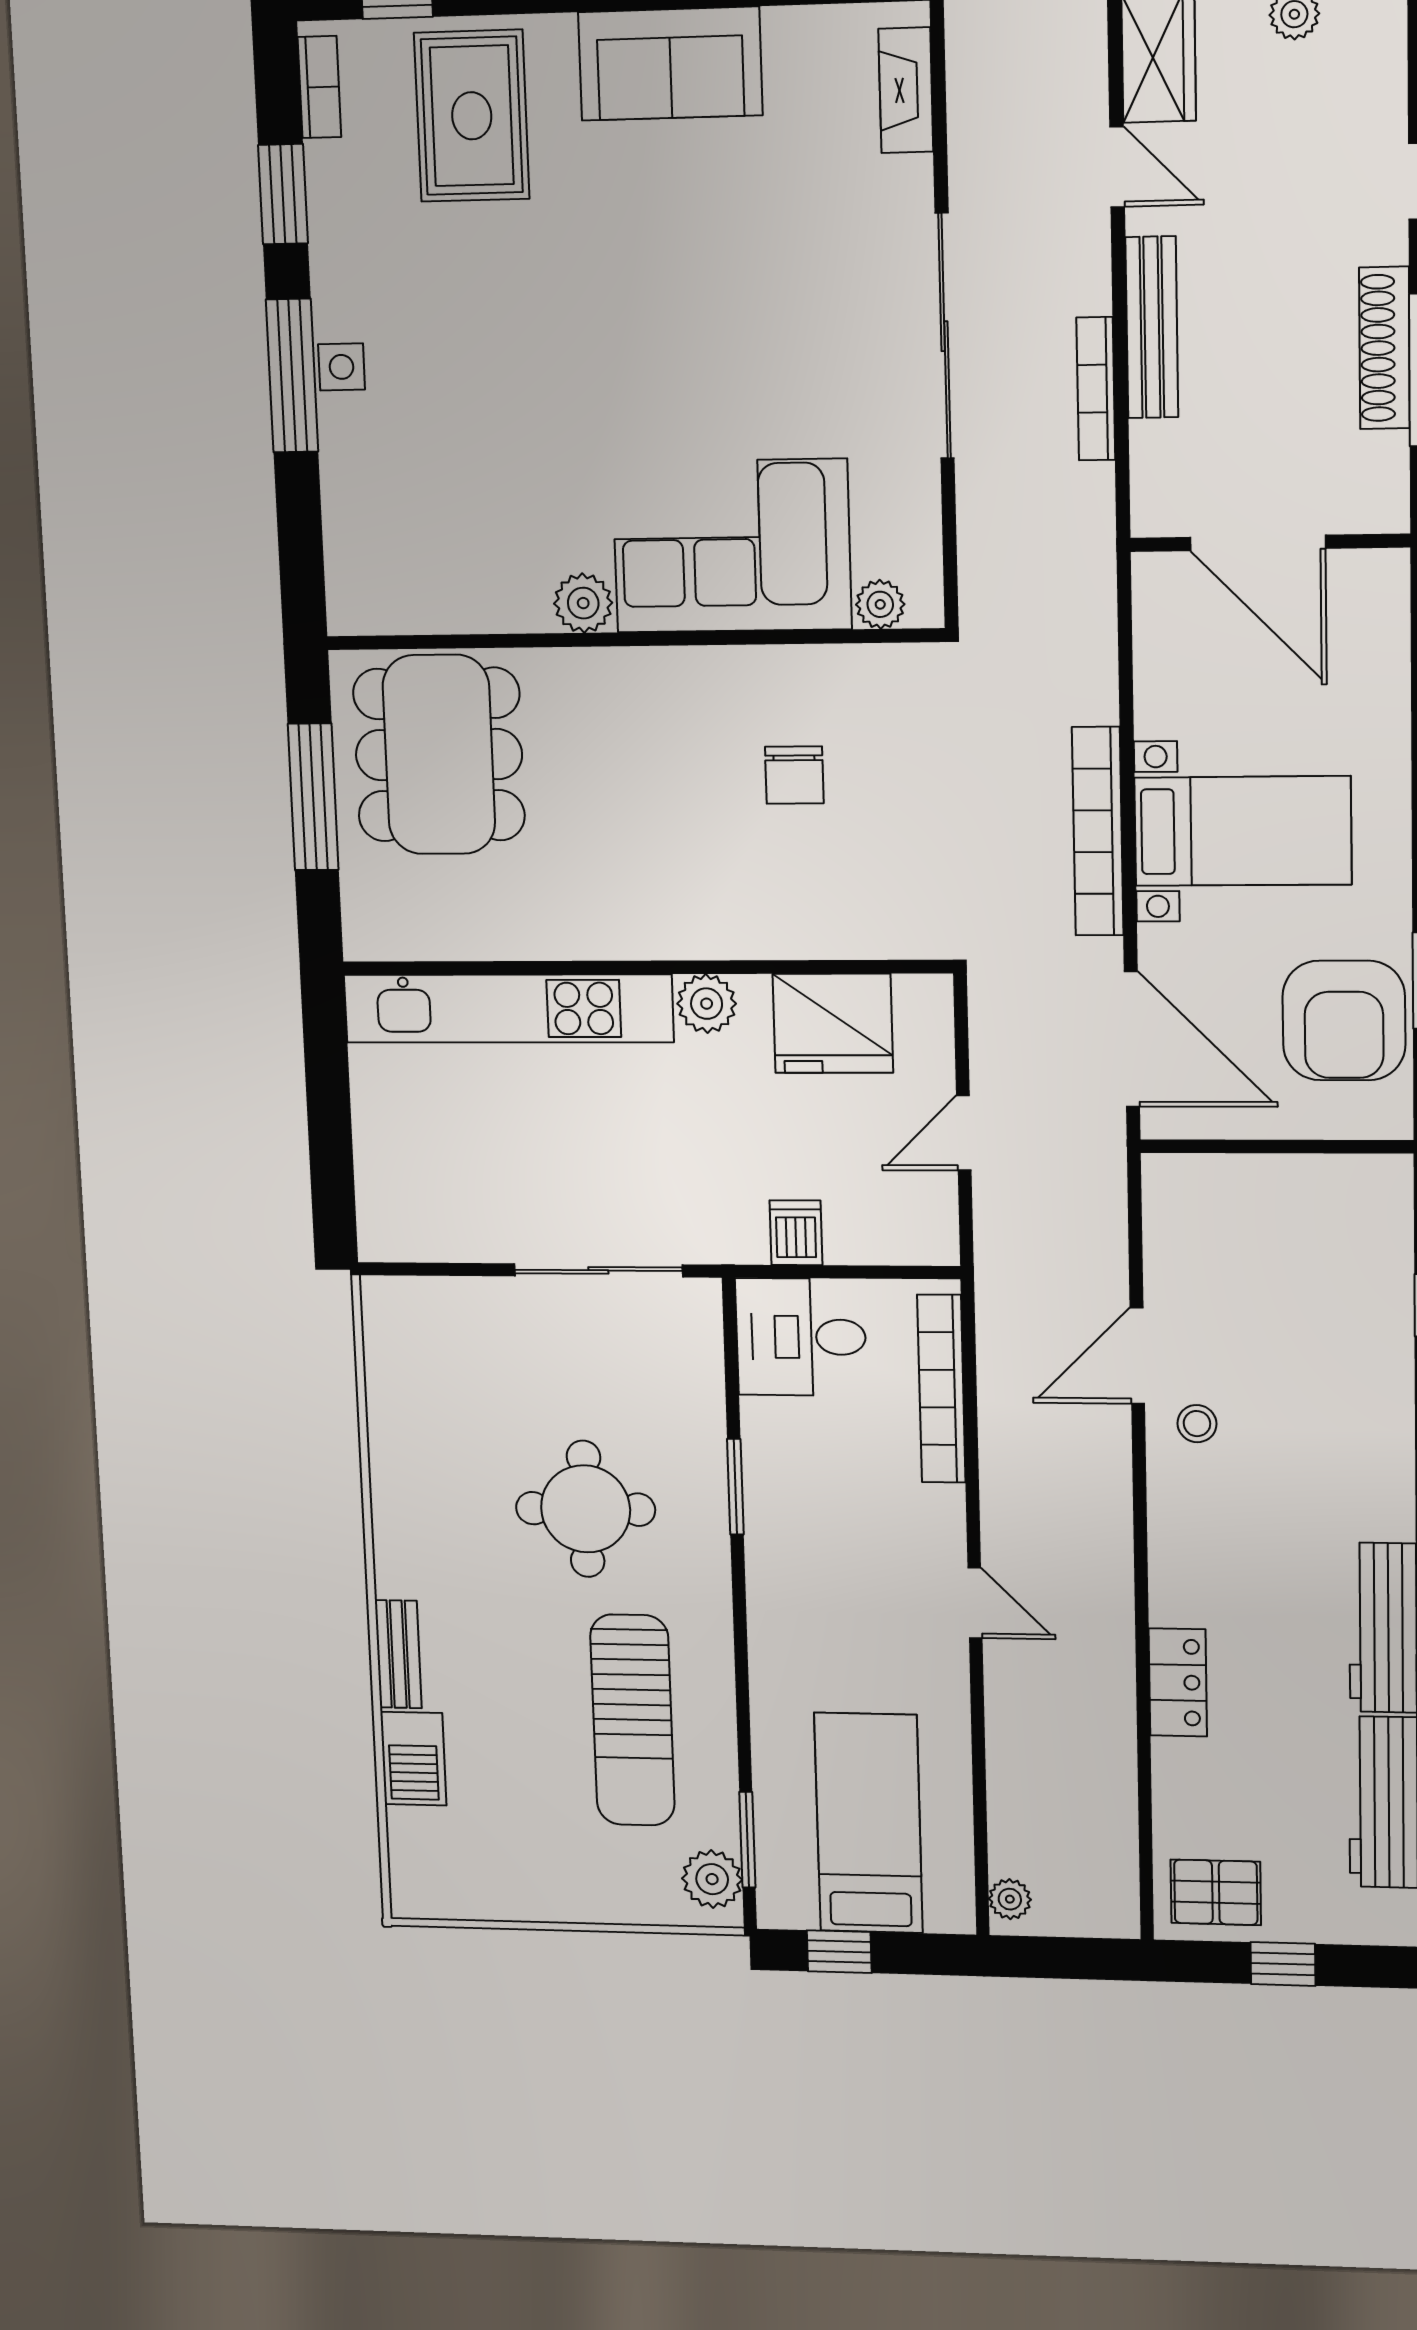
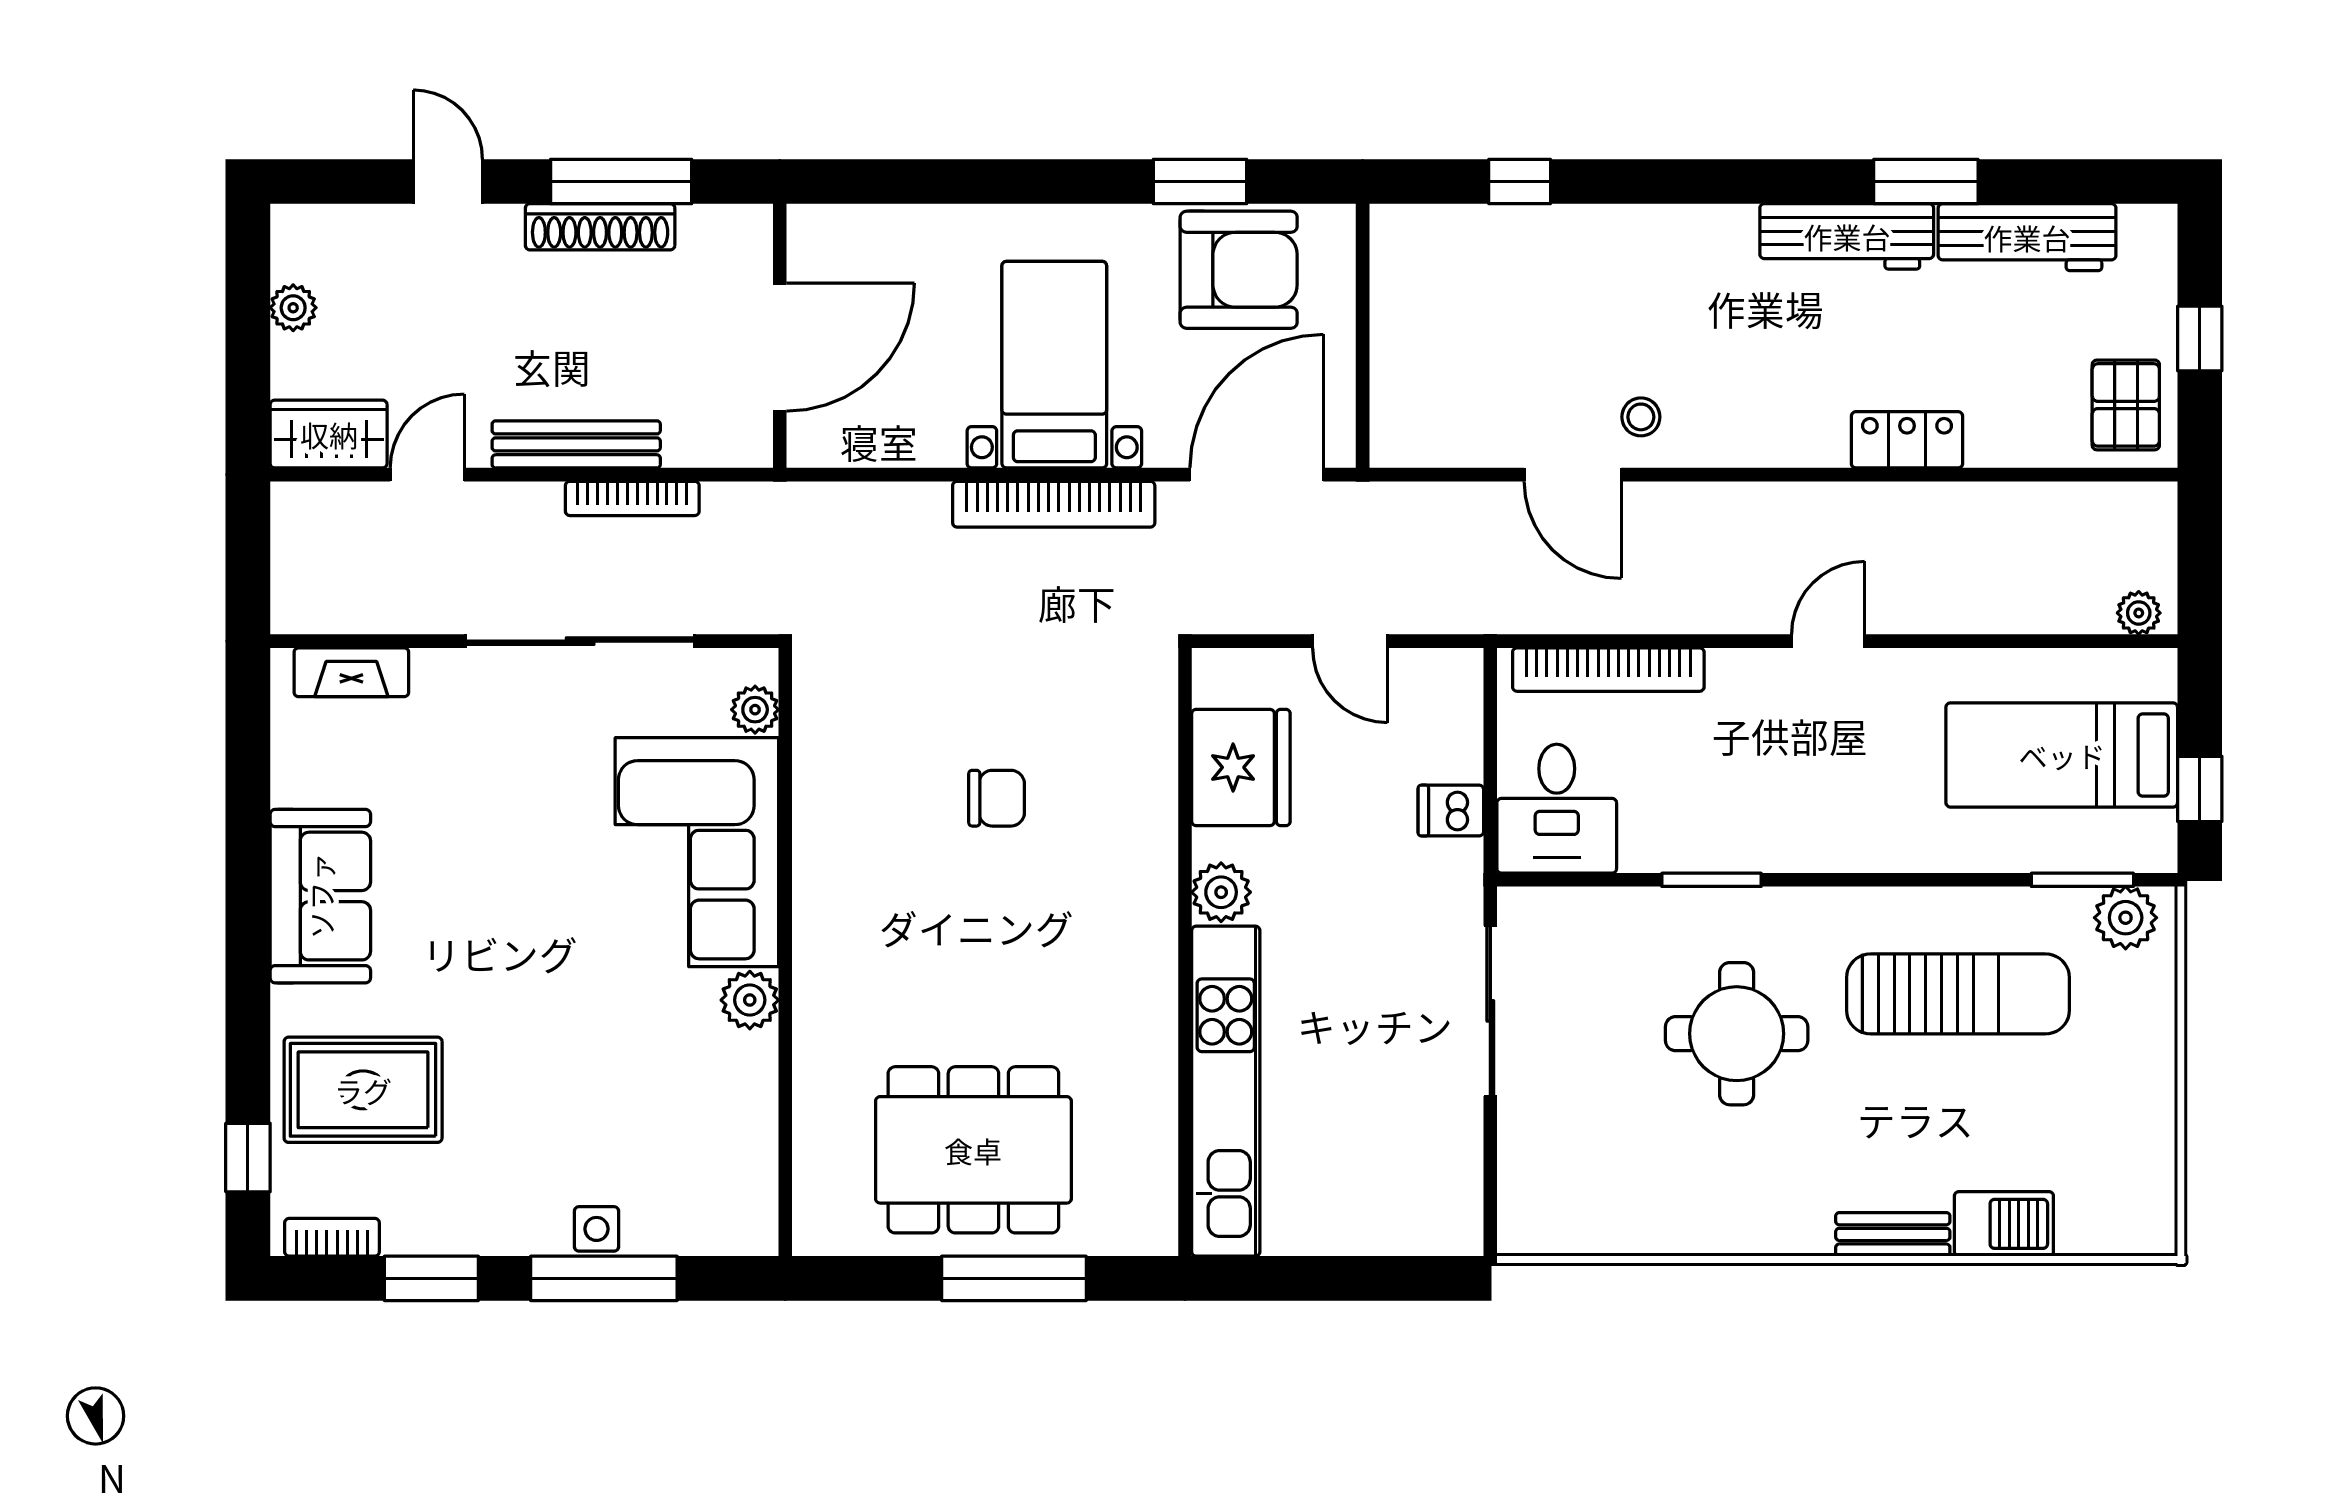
corner sofa: (732, 546) -> (697, 852), moved
plant: (583, 603) -> (750, 1000), moved
plant: (880, 604) -> (755, 710), moved
wall: (633, 639) -> (785, 952), moved

